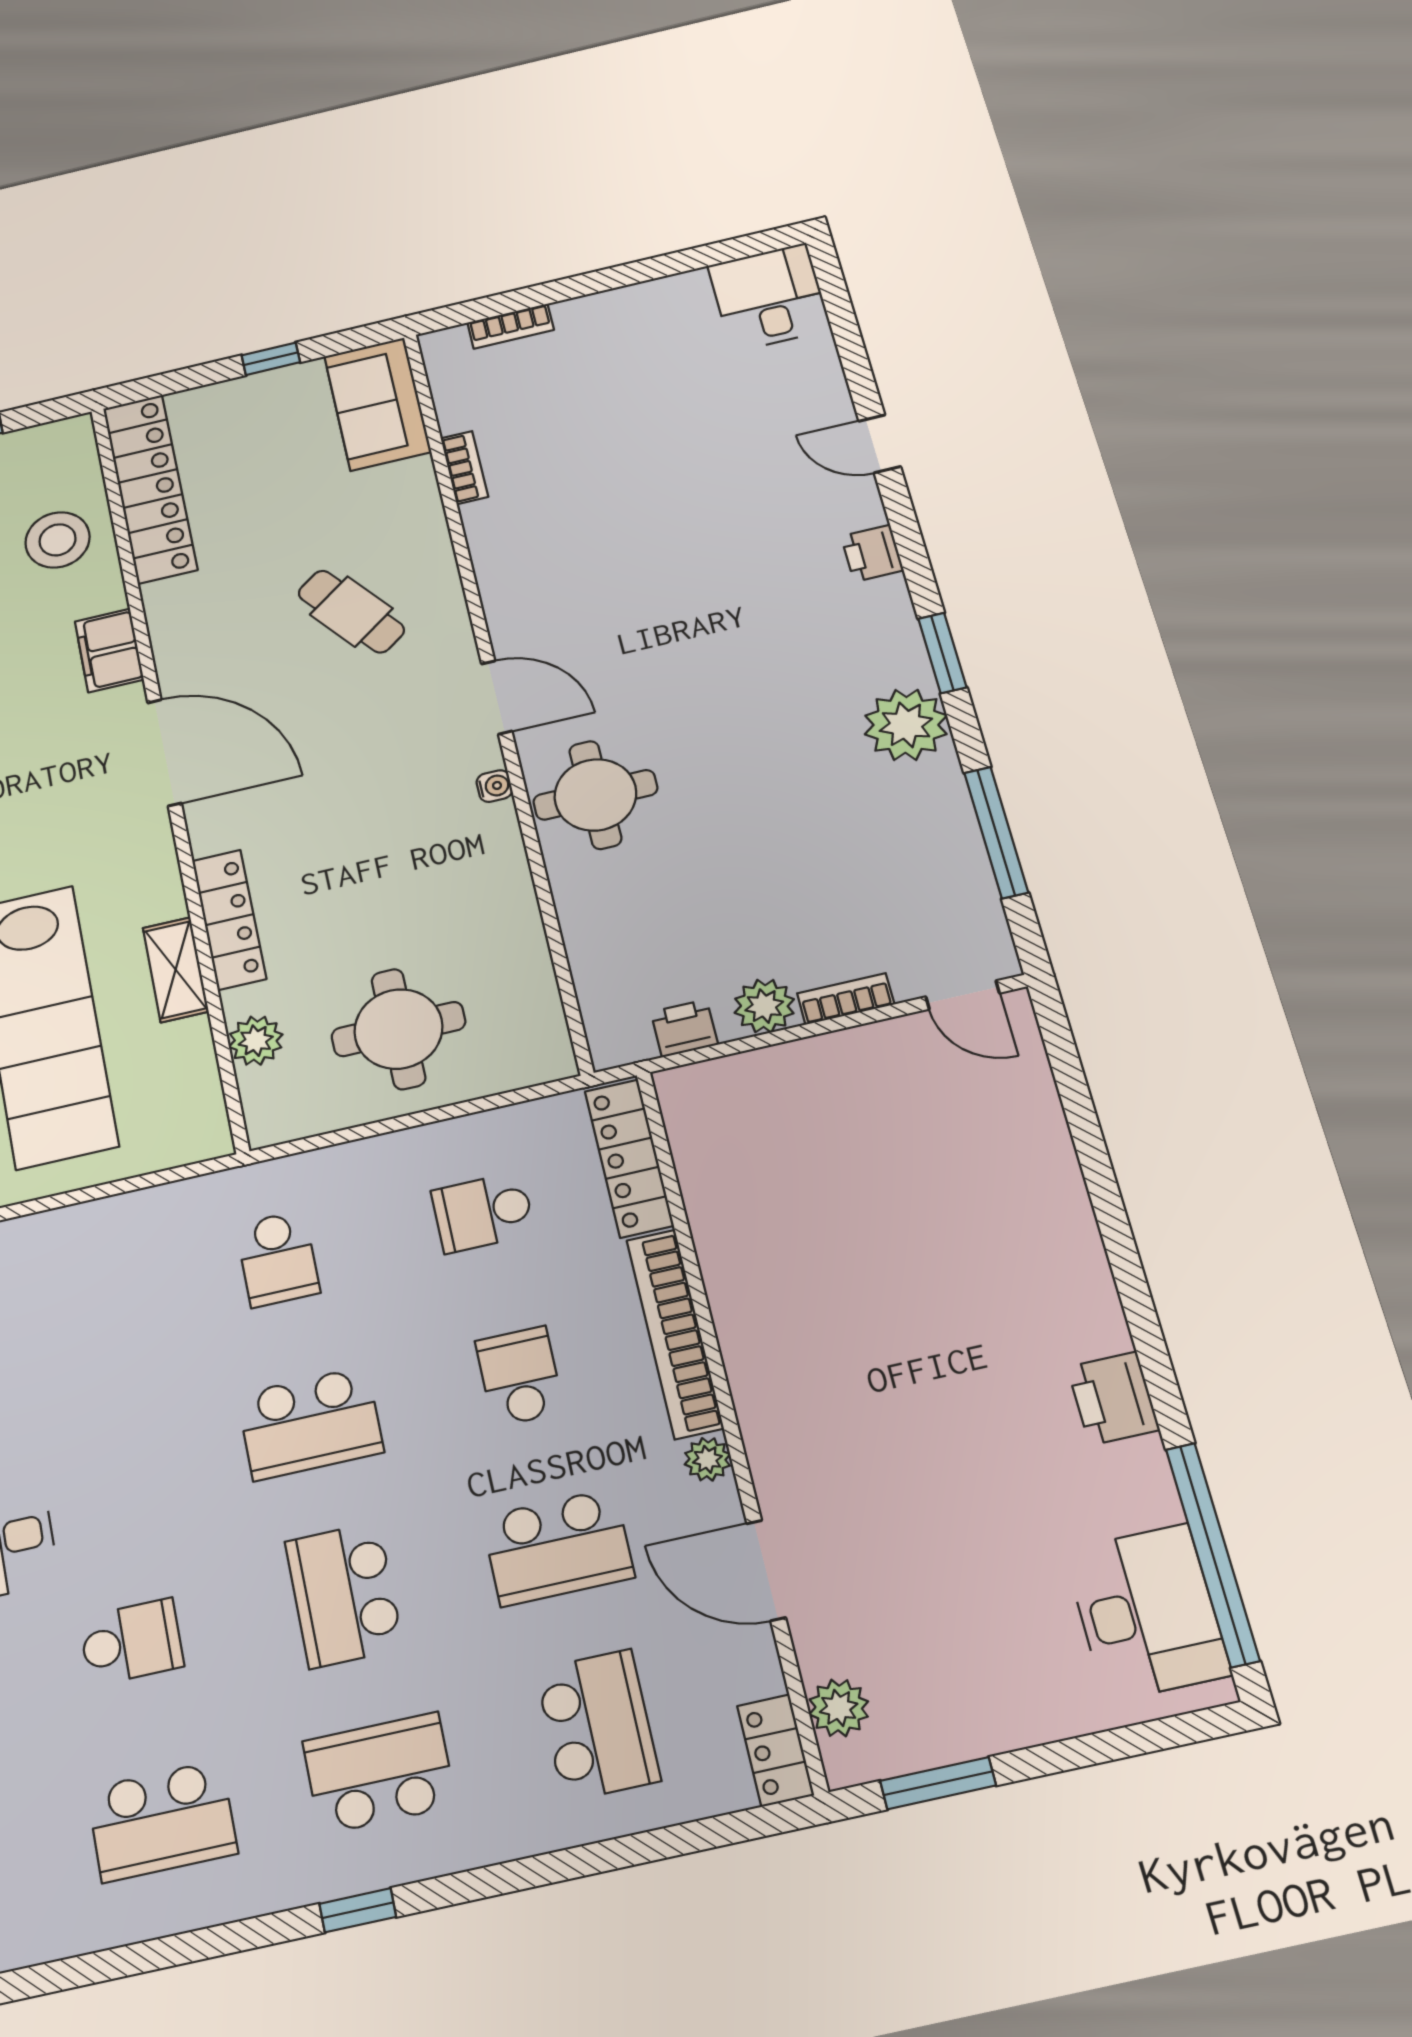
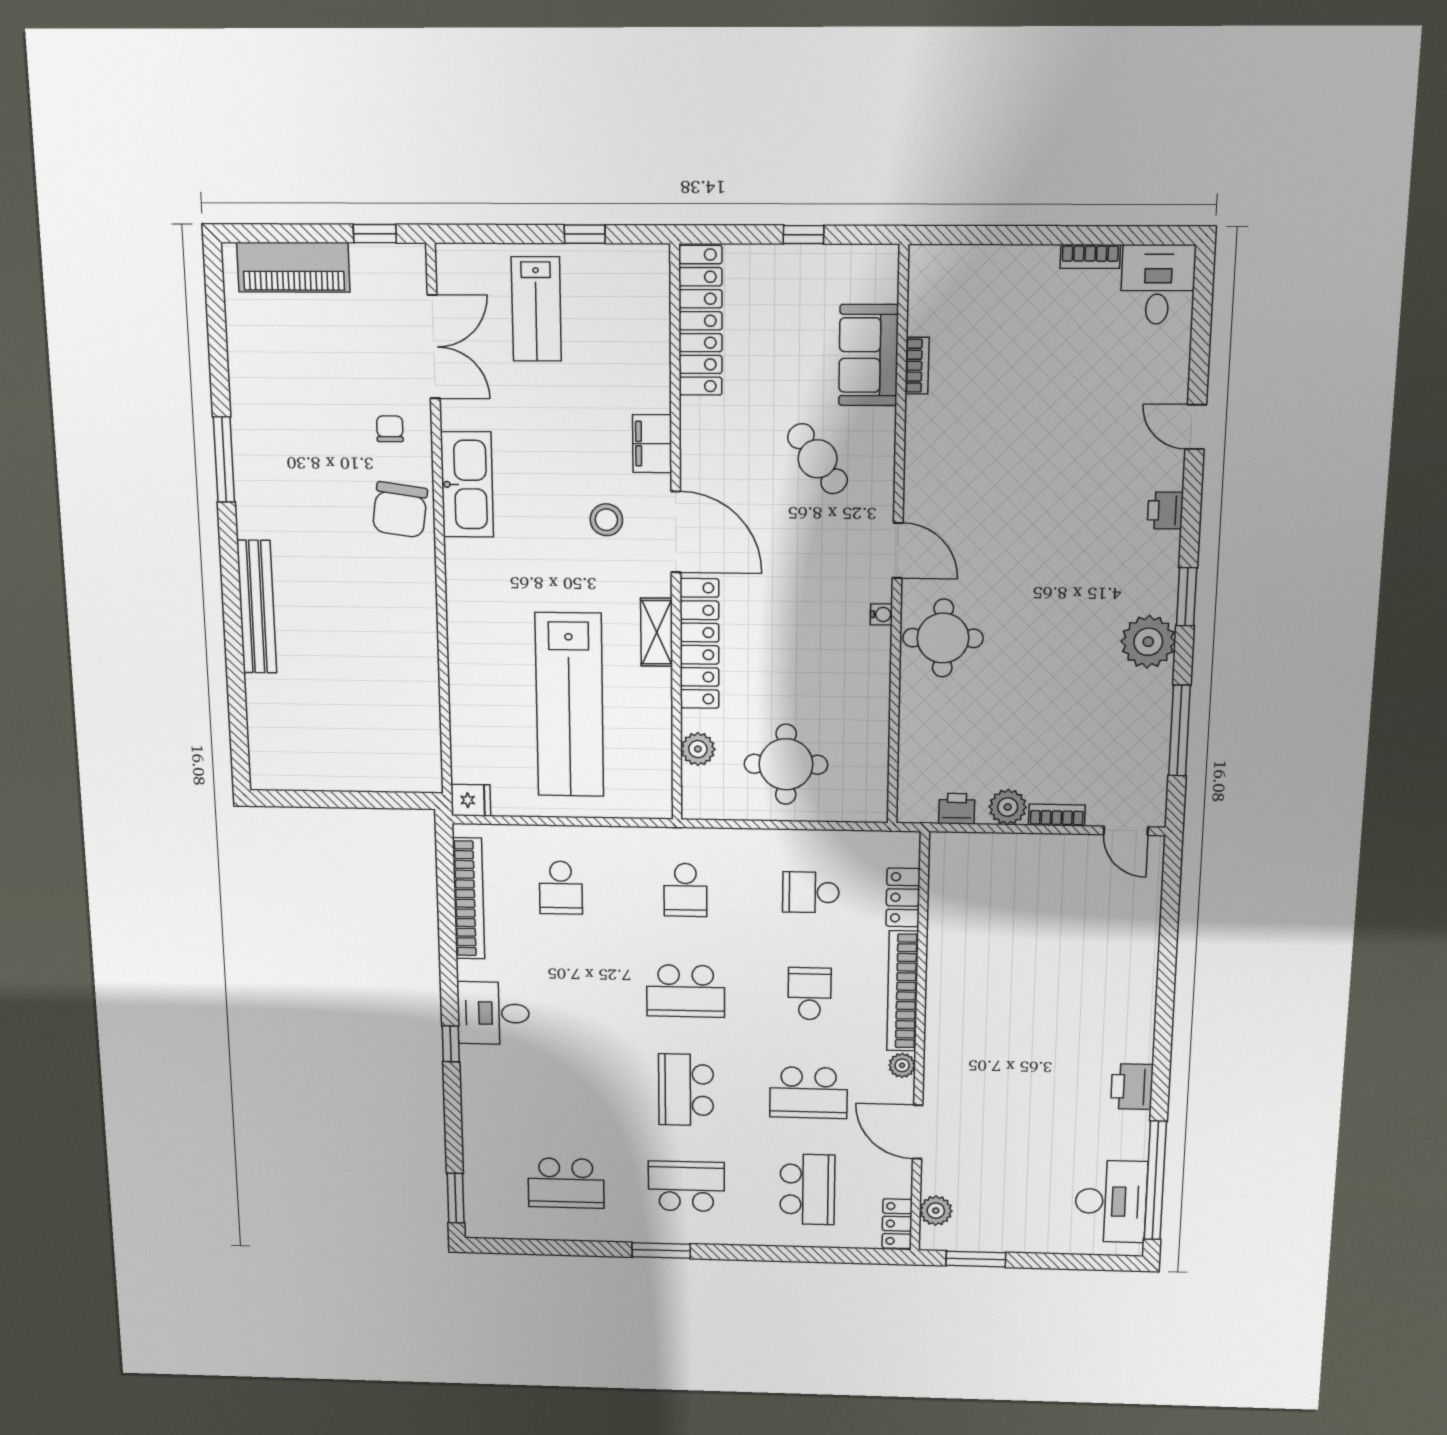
bookcase: (511, 326) -> (1090, 256), moved
sofa: (377, 404) -> (869, 355), moved
stool: (58, 540) -> (606, 520), moved, width x0.73, depth x0.73
locker: (229, 920) -> (699, 644), width x1.41, depth x1.21
shelving: (176, 970) -> (657, 632), moved
locker: (629, 1158) -> (903, 897), width x0.66
school desk: (131, 1642) -> (561, 888), moved, turned 90
window: (358, 1910) -> (661, 1250), width x1.50

